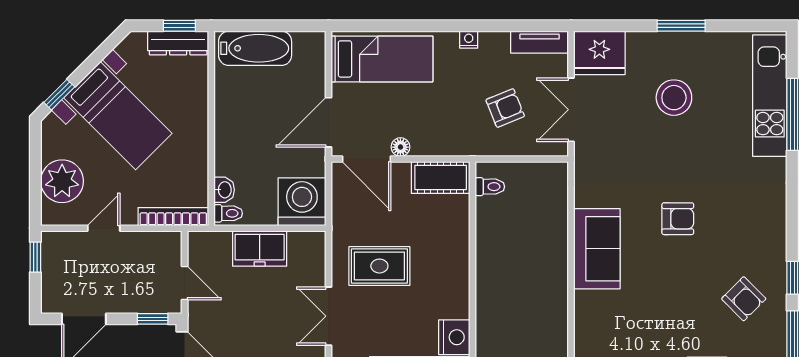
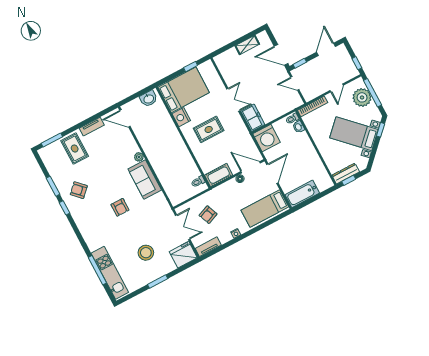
bathtub: (255, 48) -> (302, 194), moved
window: (35, 180) -> (373, 93), added
armchair: (678, 219) -> (120, 207), turned -90
freezer: (260, 249) -> (253, 118), moved, turned 90
rug: (379, 266) -> (209, 129), moved
plant: (584, 302) -> (139, 157), added

